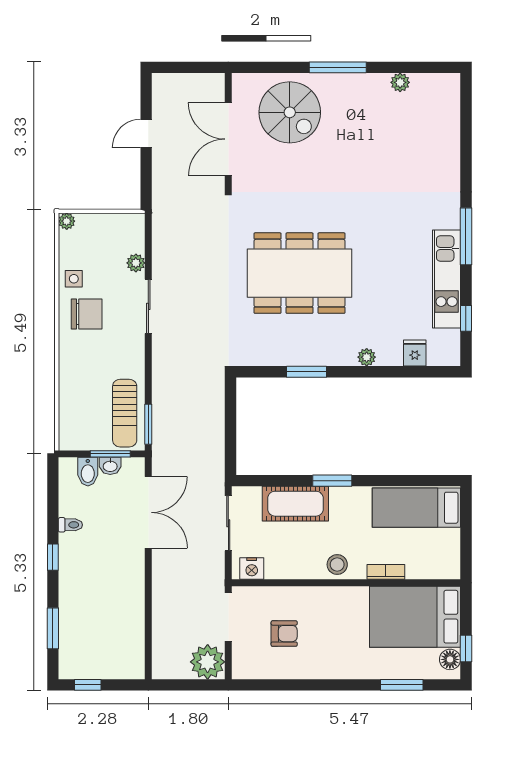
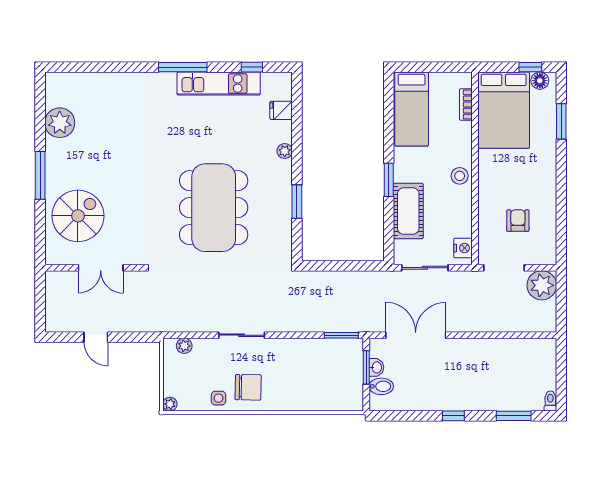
plant: (400, 82) -> (60, 123), width x1.88, depth x1.88
double door: (228, 139) -> (101, 268), width x0.73
plant: (136, 263) -> (184, 346), moved
chair: (87, 314) -> (248, 387), turned 91
sun lounger: (125, 413) -> (332, 355), removed
toilet: (70, 525) -> (550, 401), moved
bookcase: (386, 572) -> (466, 104), moved
window: (88, 685) -> (561, 386), removed

